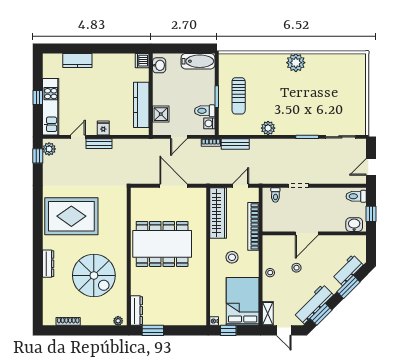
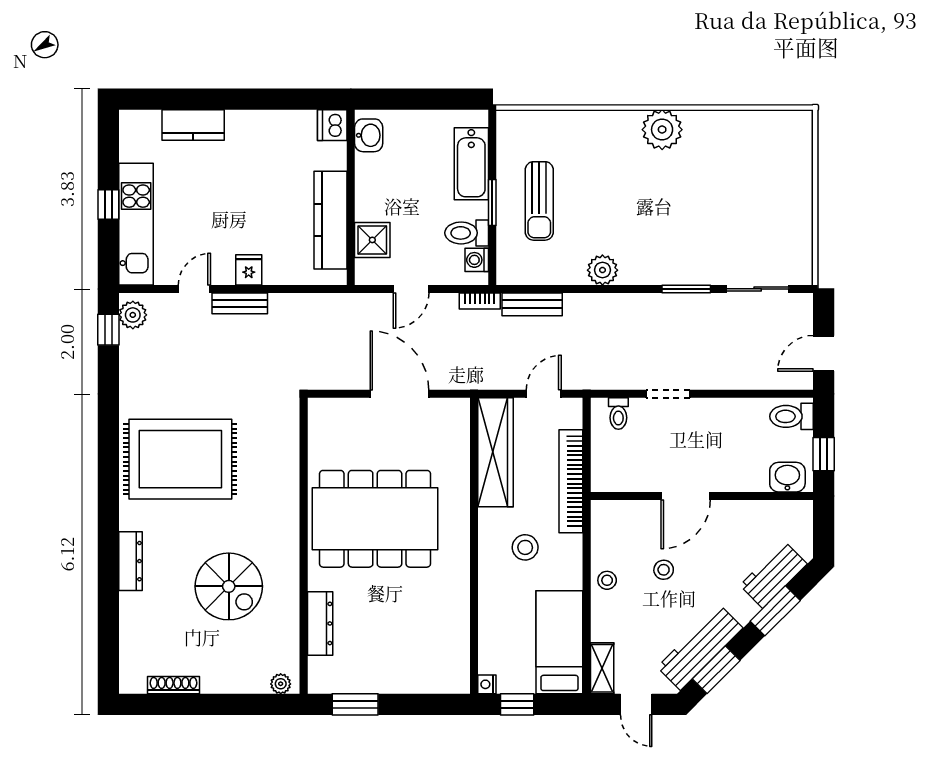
bathtub: (198, 61) -> (471, 164), moved, turned 90
spiral stairs: (94, 275) -> (229, 586), width x0.73, depth x0.73
bed: (243, 301) -> (559, 642), width x0.67
dresser: (136, 311) -> (320, 623), moved

